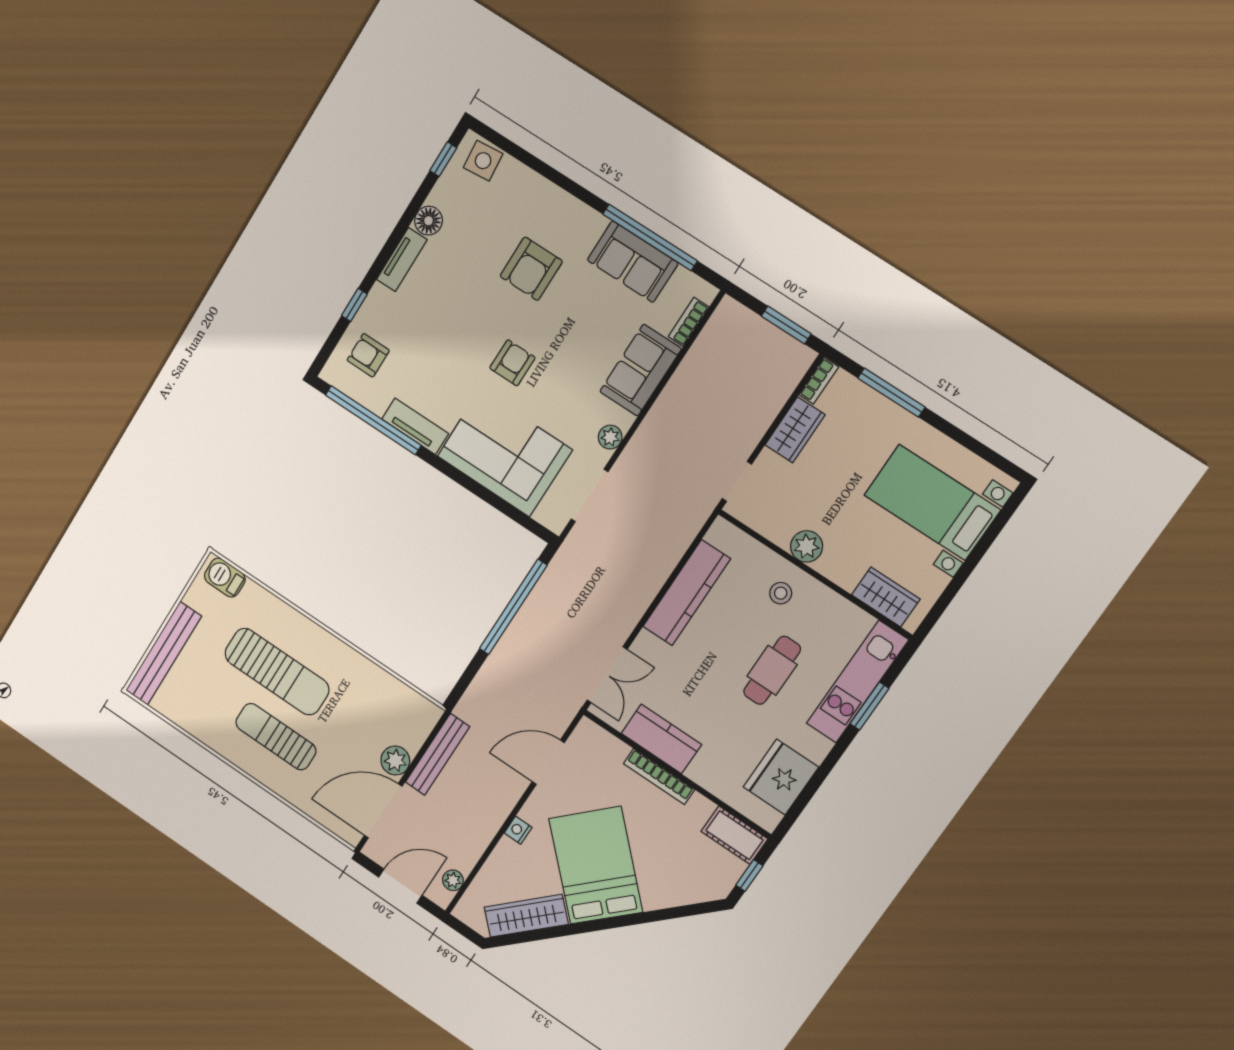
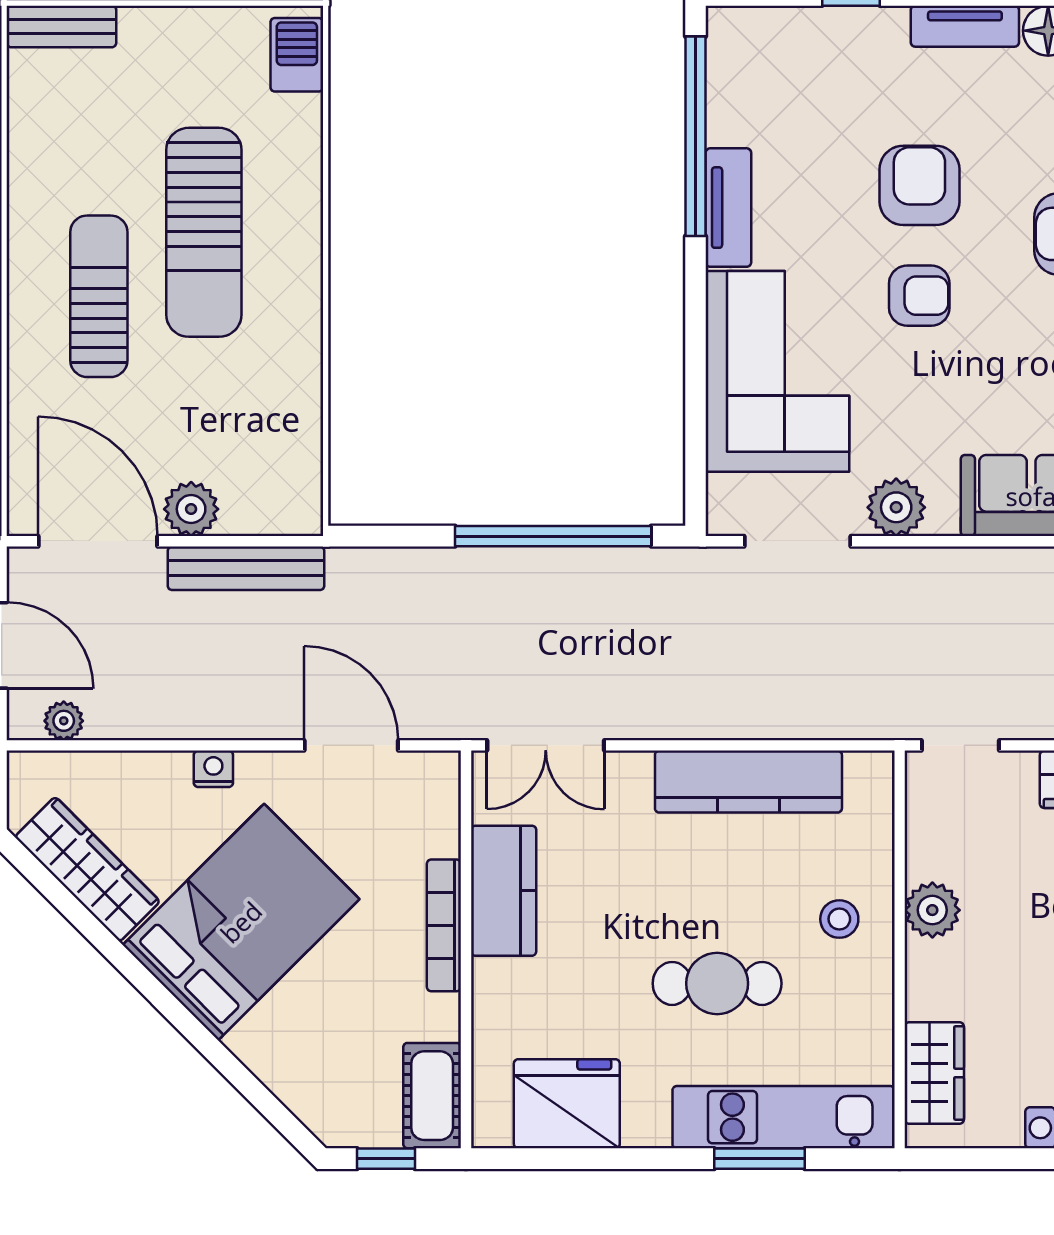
armchair: (368, 355) -> (919, 185), moved, width x1.38, depth x1.38
plant: (610, 437) -> (896, 507), width x1.38, depth x1.38
bench: (164, 653) -> (61, 26), width x0.54, depth x0.82

